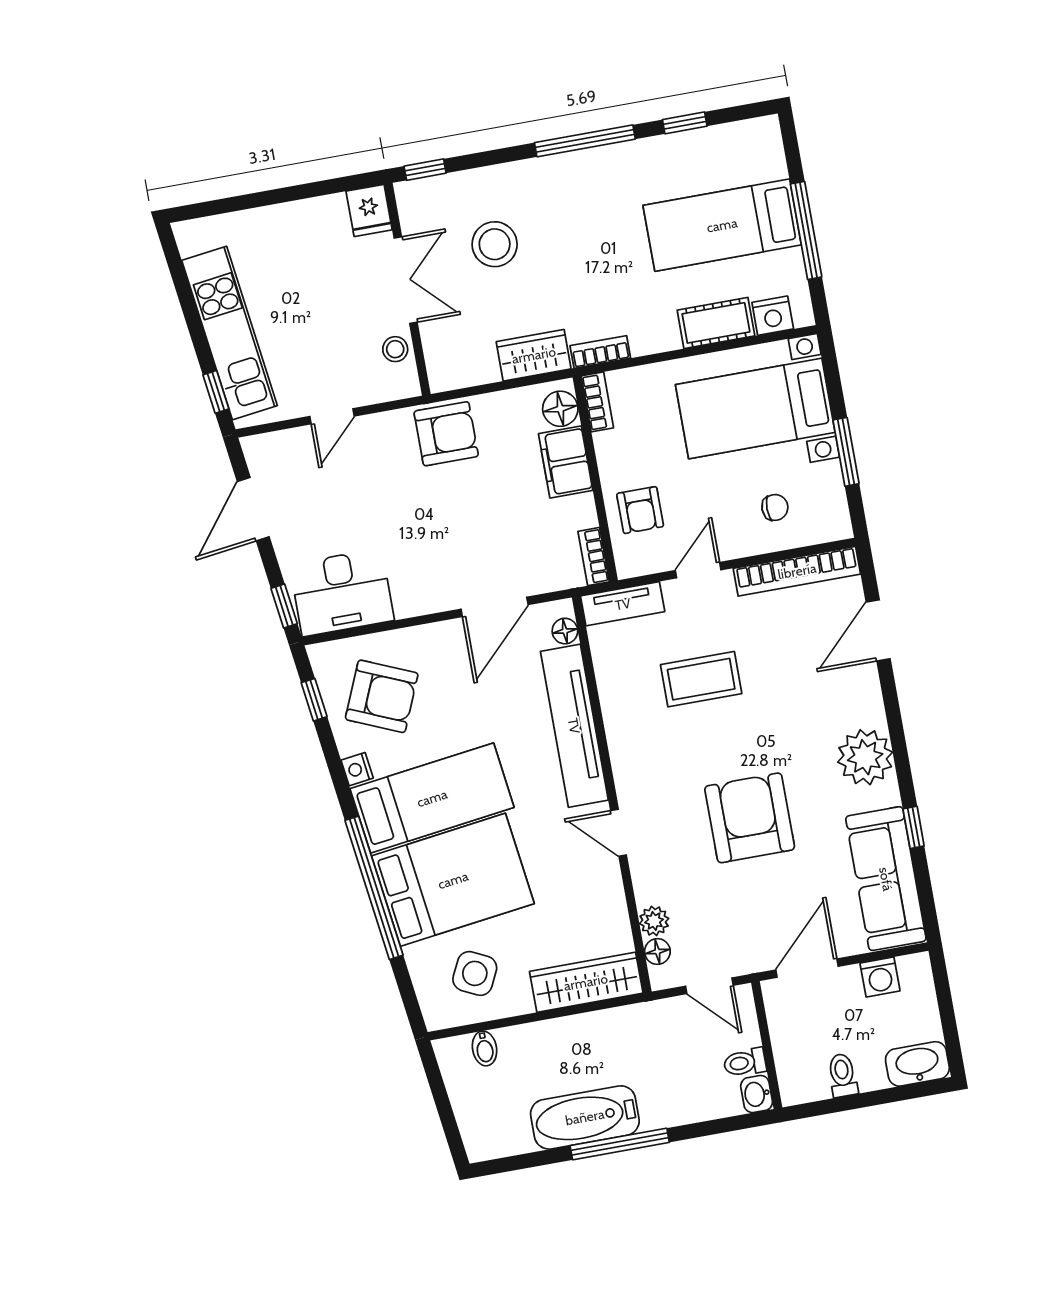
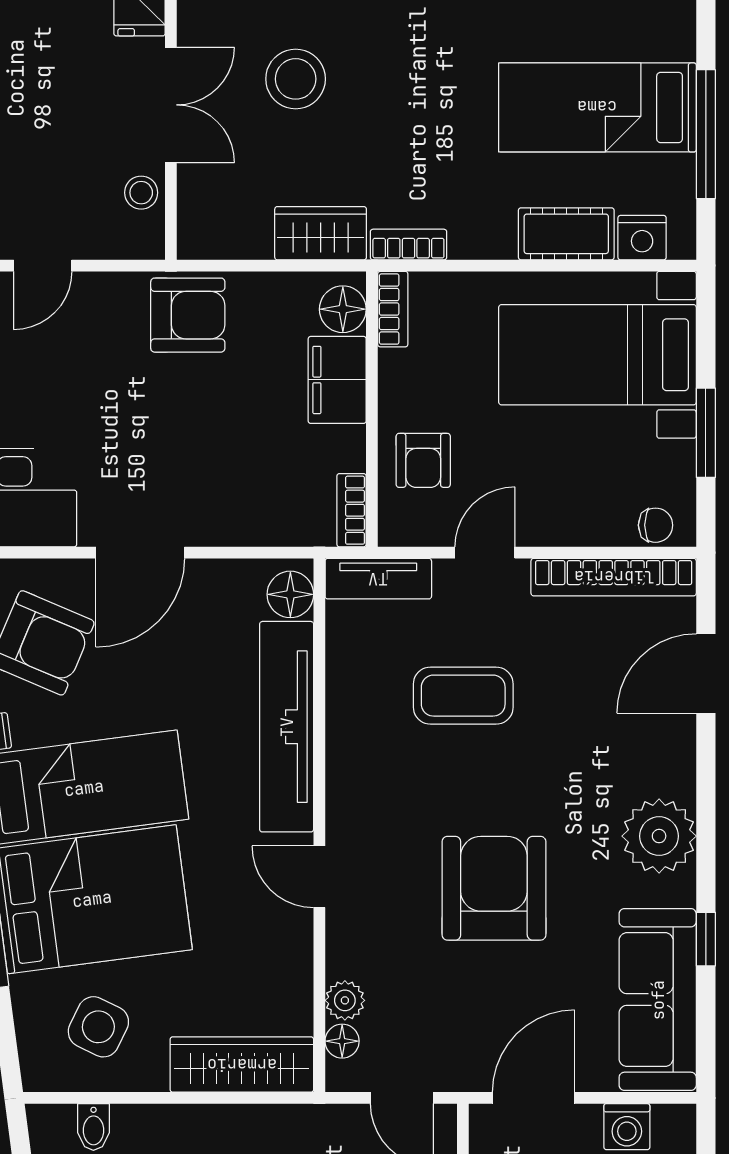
chair: (775, 507) -> (656, 525), moved
door: (495, 607) -> (140, 553), moved
floor lamp: (565, 631) -> (290, 594), width x1.37, depth x1.37

